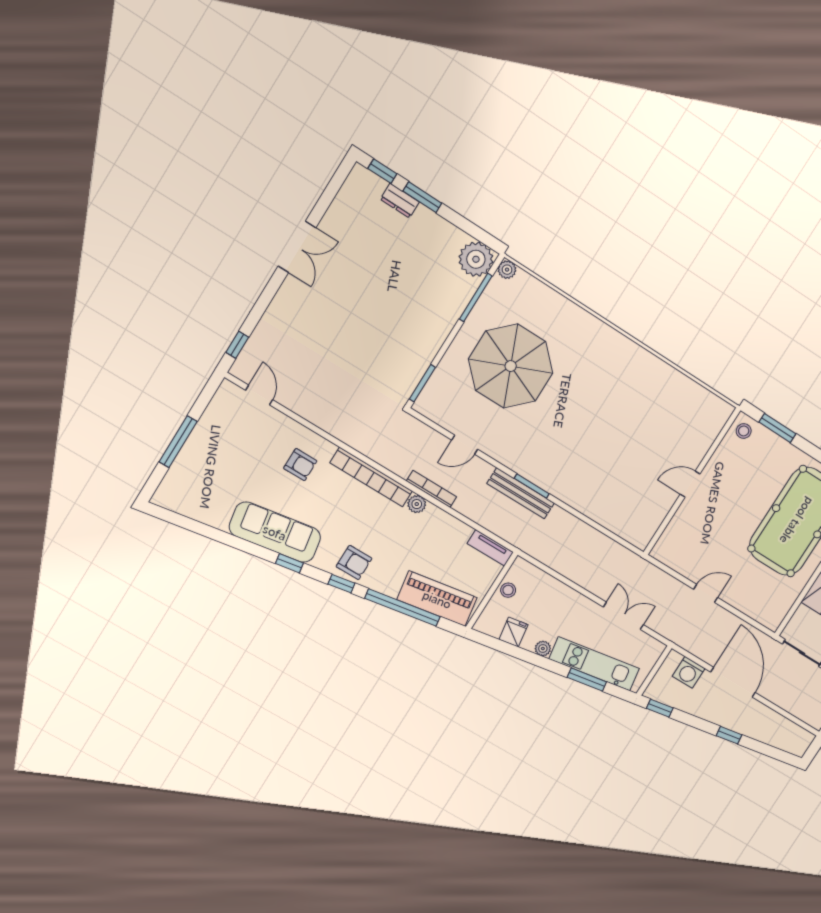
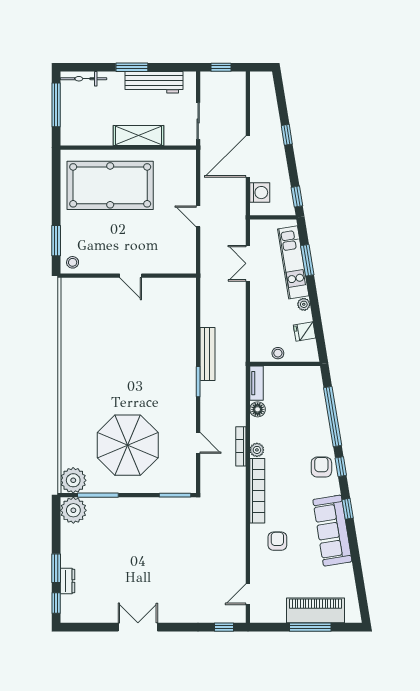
plant: (507, 270) -> (73, 480), width x1.88, depth x1.88
bench: (521, 493) -> (207, 354), moved
floor lamp: (461, 532) -> (258, 409), added
piano: (437, 599) -> (316, 610), moved, turned 99

